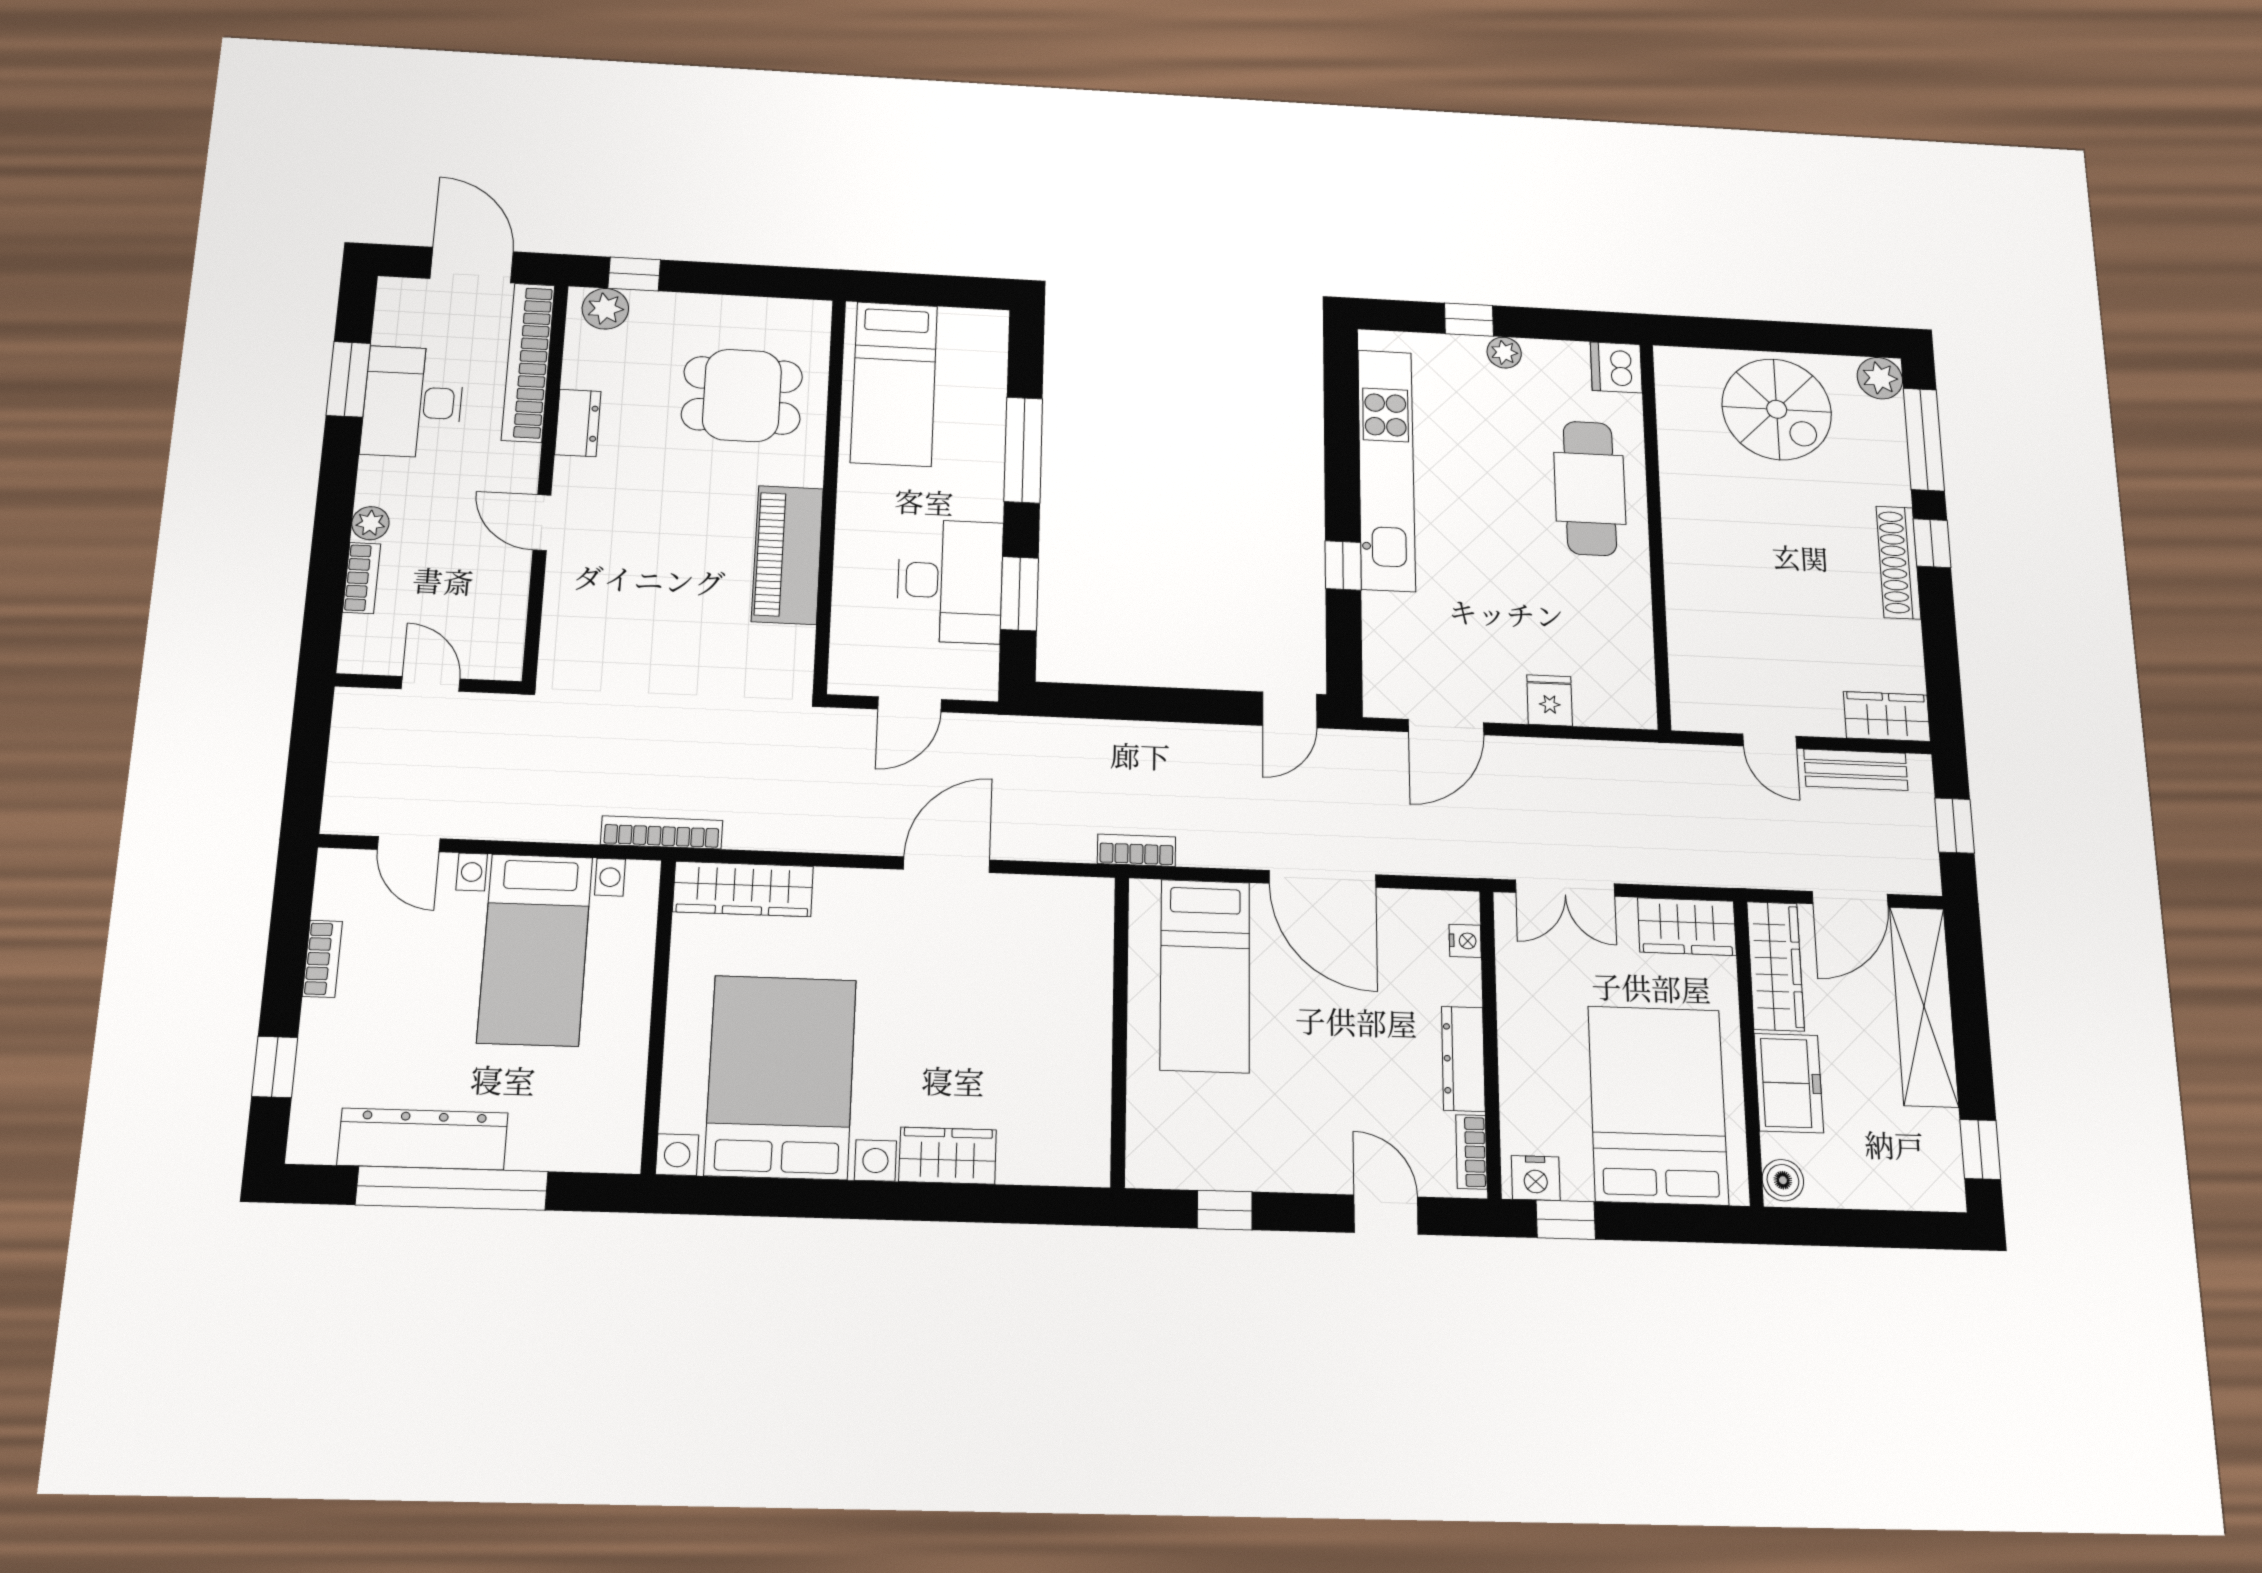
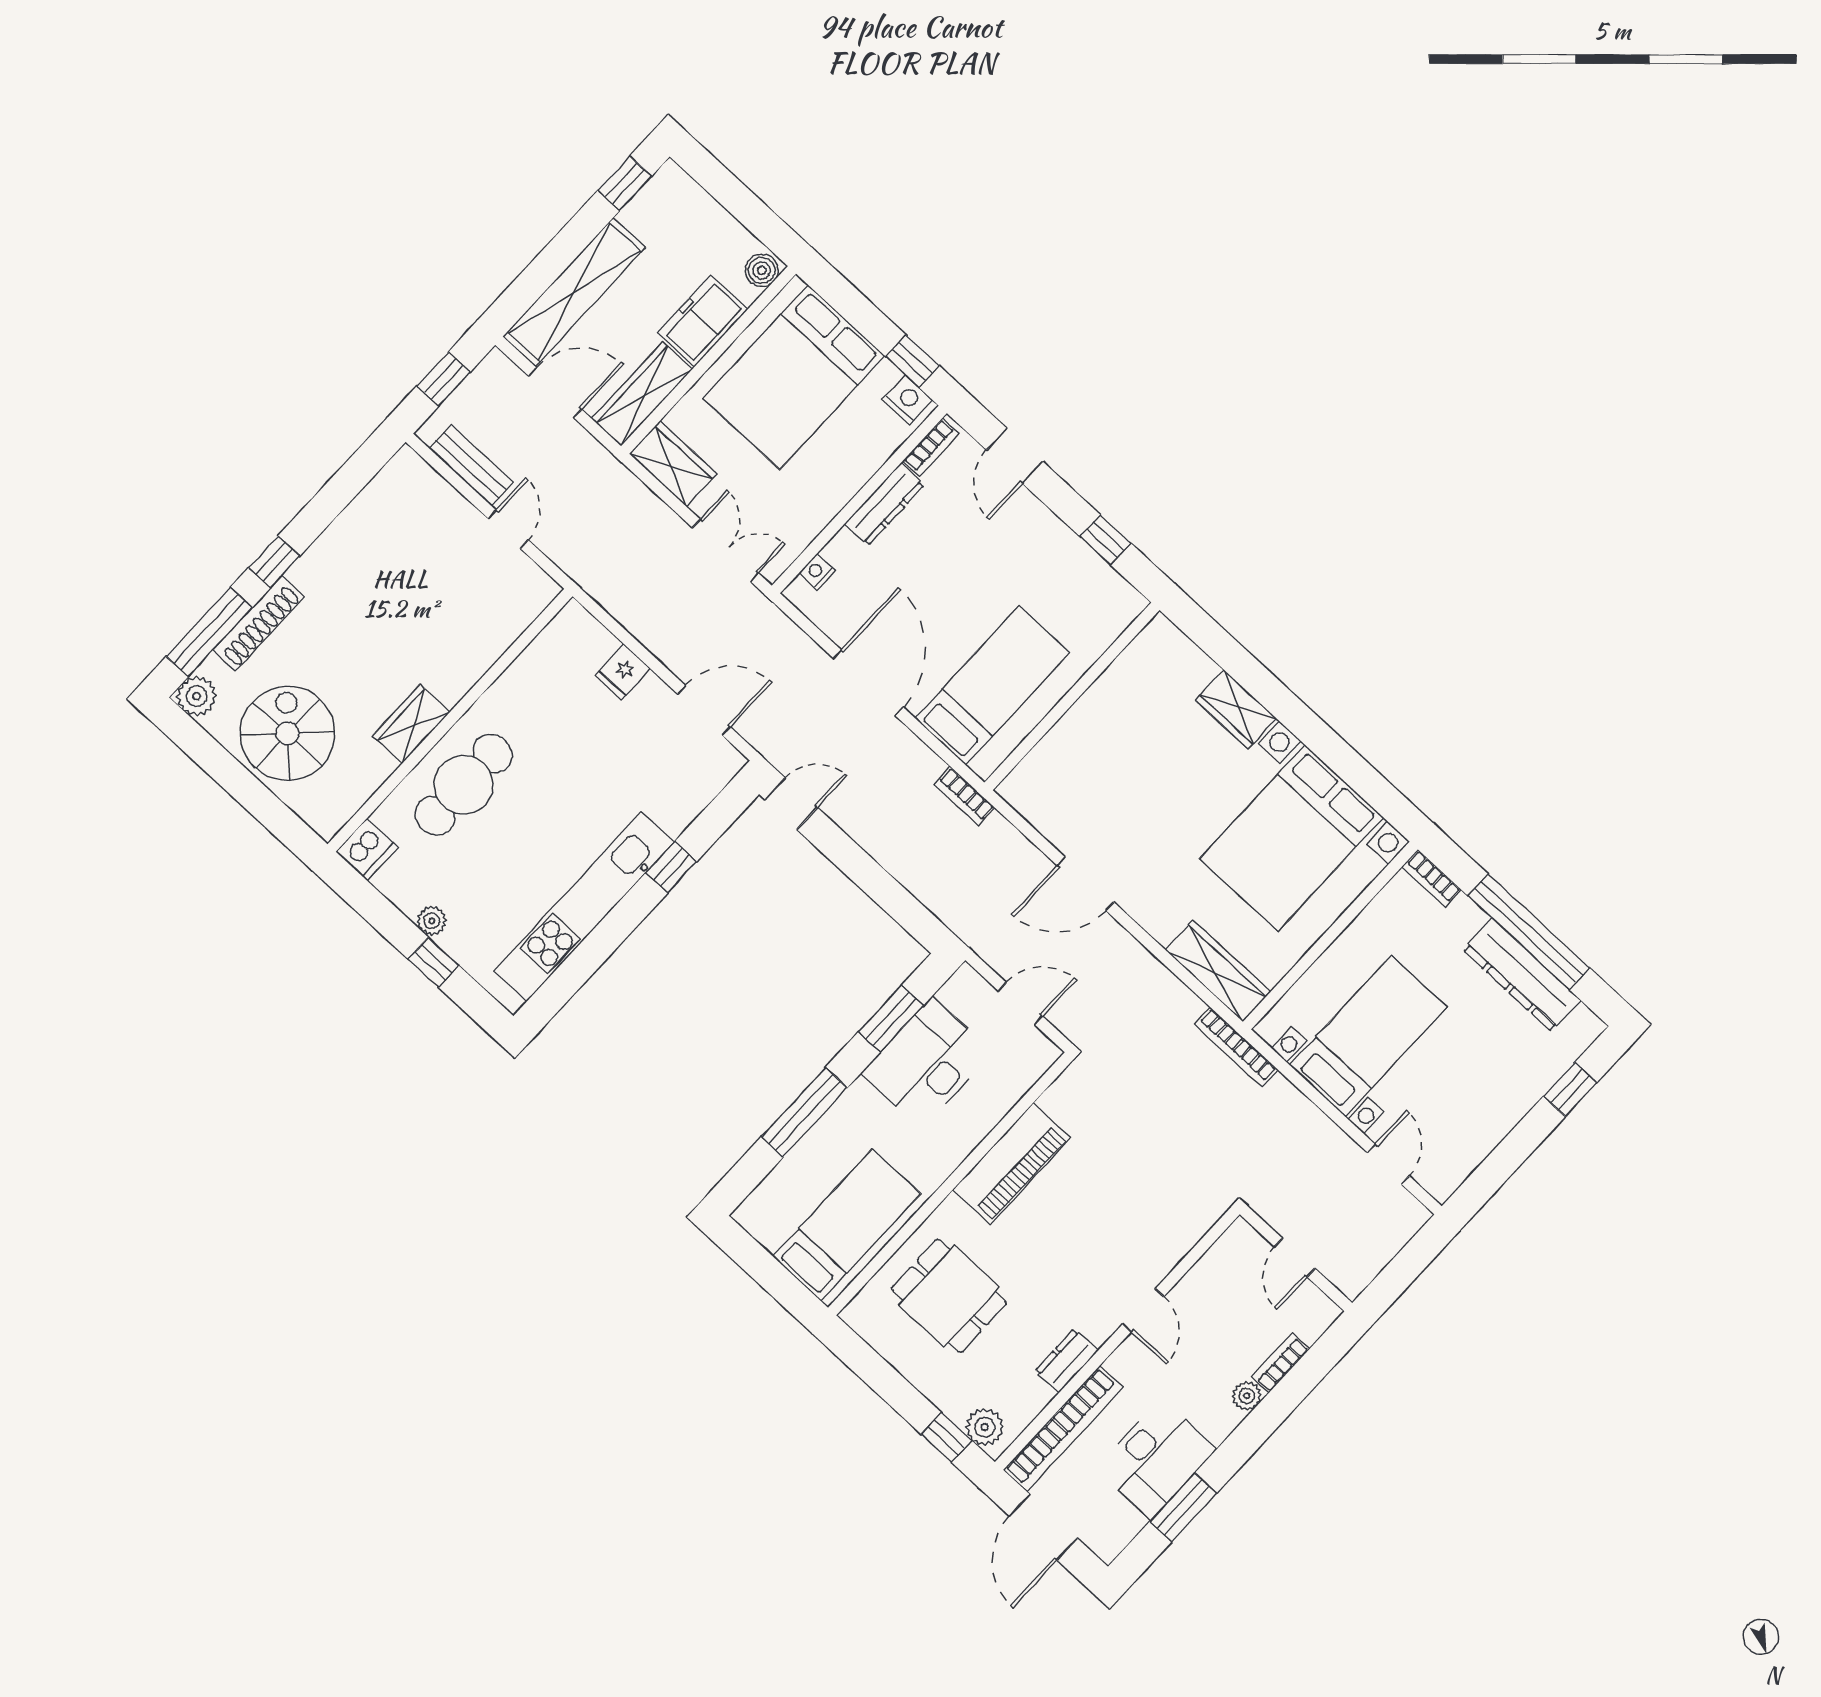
shoe rack: (1898, 562) -> (259, 623), moved
wardrobe: (1887, 716) -> (411, 724), moved, turned 90
bookcase: (322, 959) -> (1432, 878), moved, turned -90

